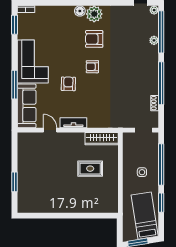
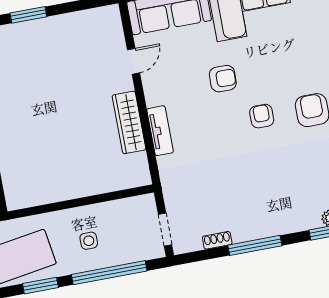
window: (161, 83) -> (255, 245), width x0.68
tv unit: (73, 123) -> (160, 131), moved
wardrobe: (102, 139) -> (129, 122), moved
rug: (90, 169) -> (78, 146), removed

